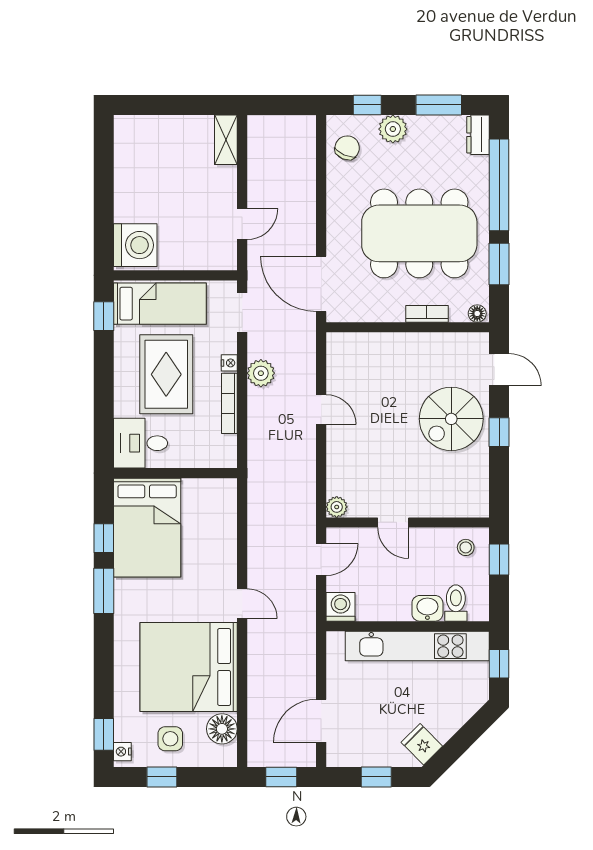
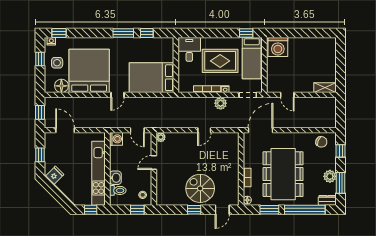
plant: (393, 129) -> (330, 176), moved
bed: (147, 528) -> (152, 78), moved

